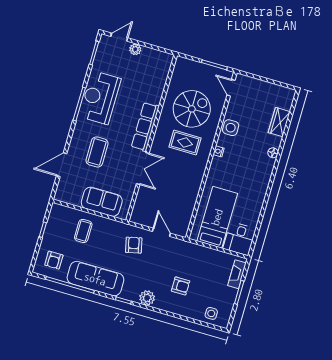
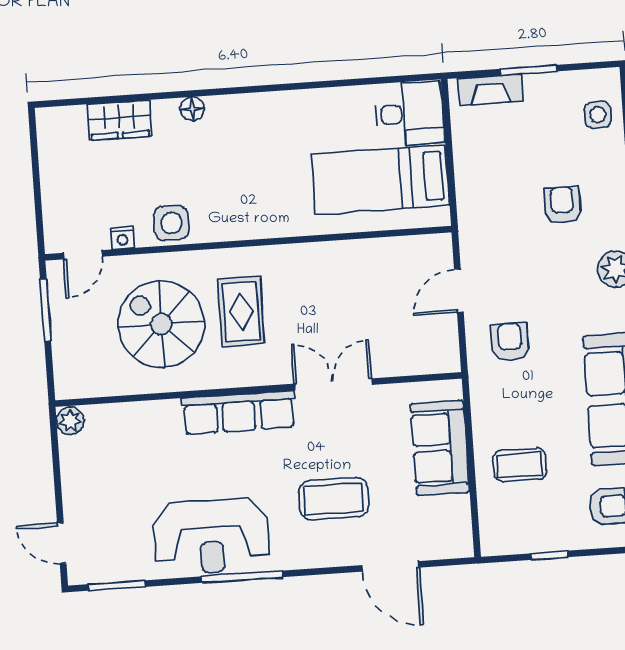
plant: (135, 49) -> (70, 421), moved
nightstand: (219, 151) -> (122, 238), moved
armchair: (134, 245) -> (510, 342), turned 103

